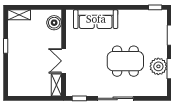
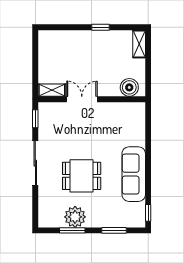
sofa: (96, 19) -> (134, 174), moved
dining table: (125, 61) -> (82, 176), width x0.73

